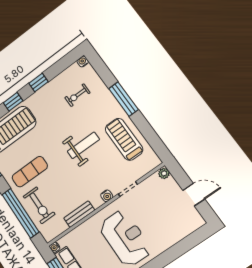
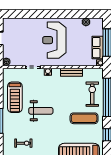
weight bench: (83, 145) -> (41, 111), turned 180

